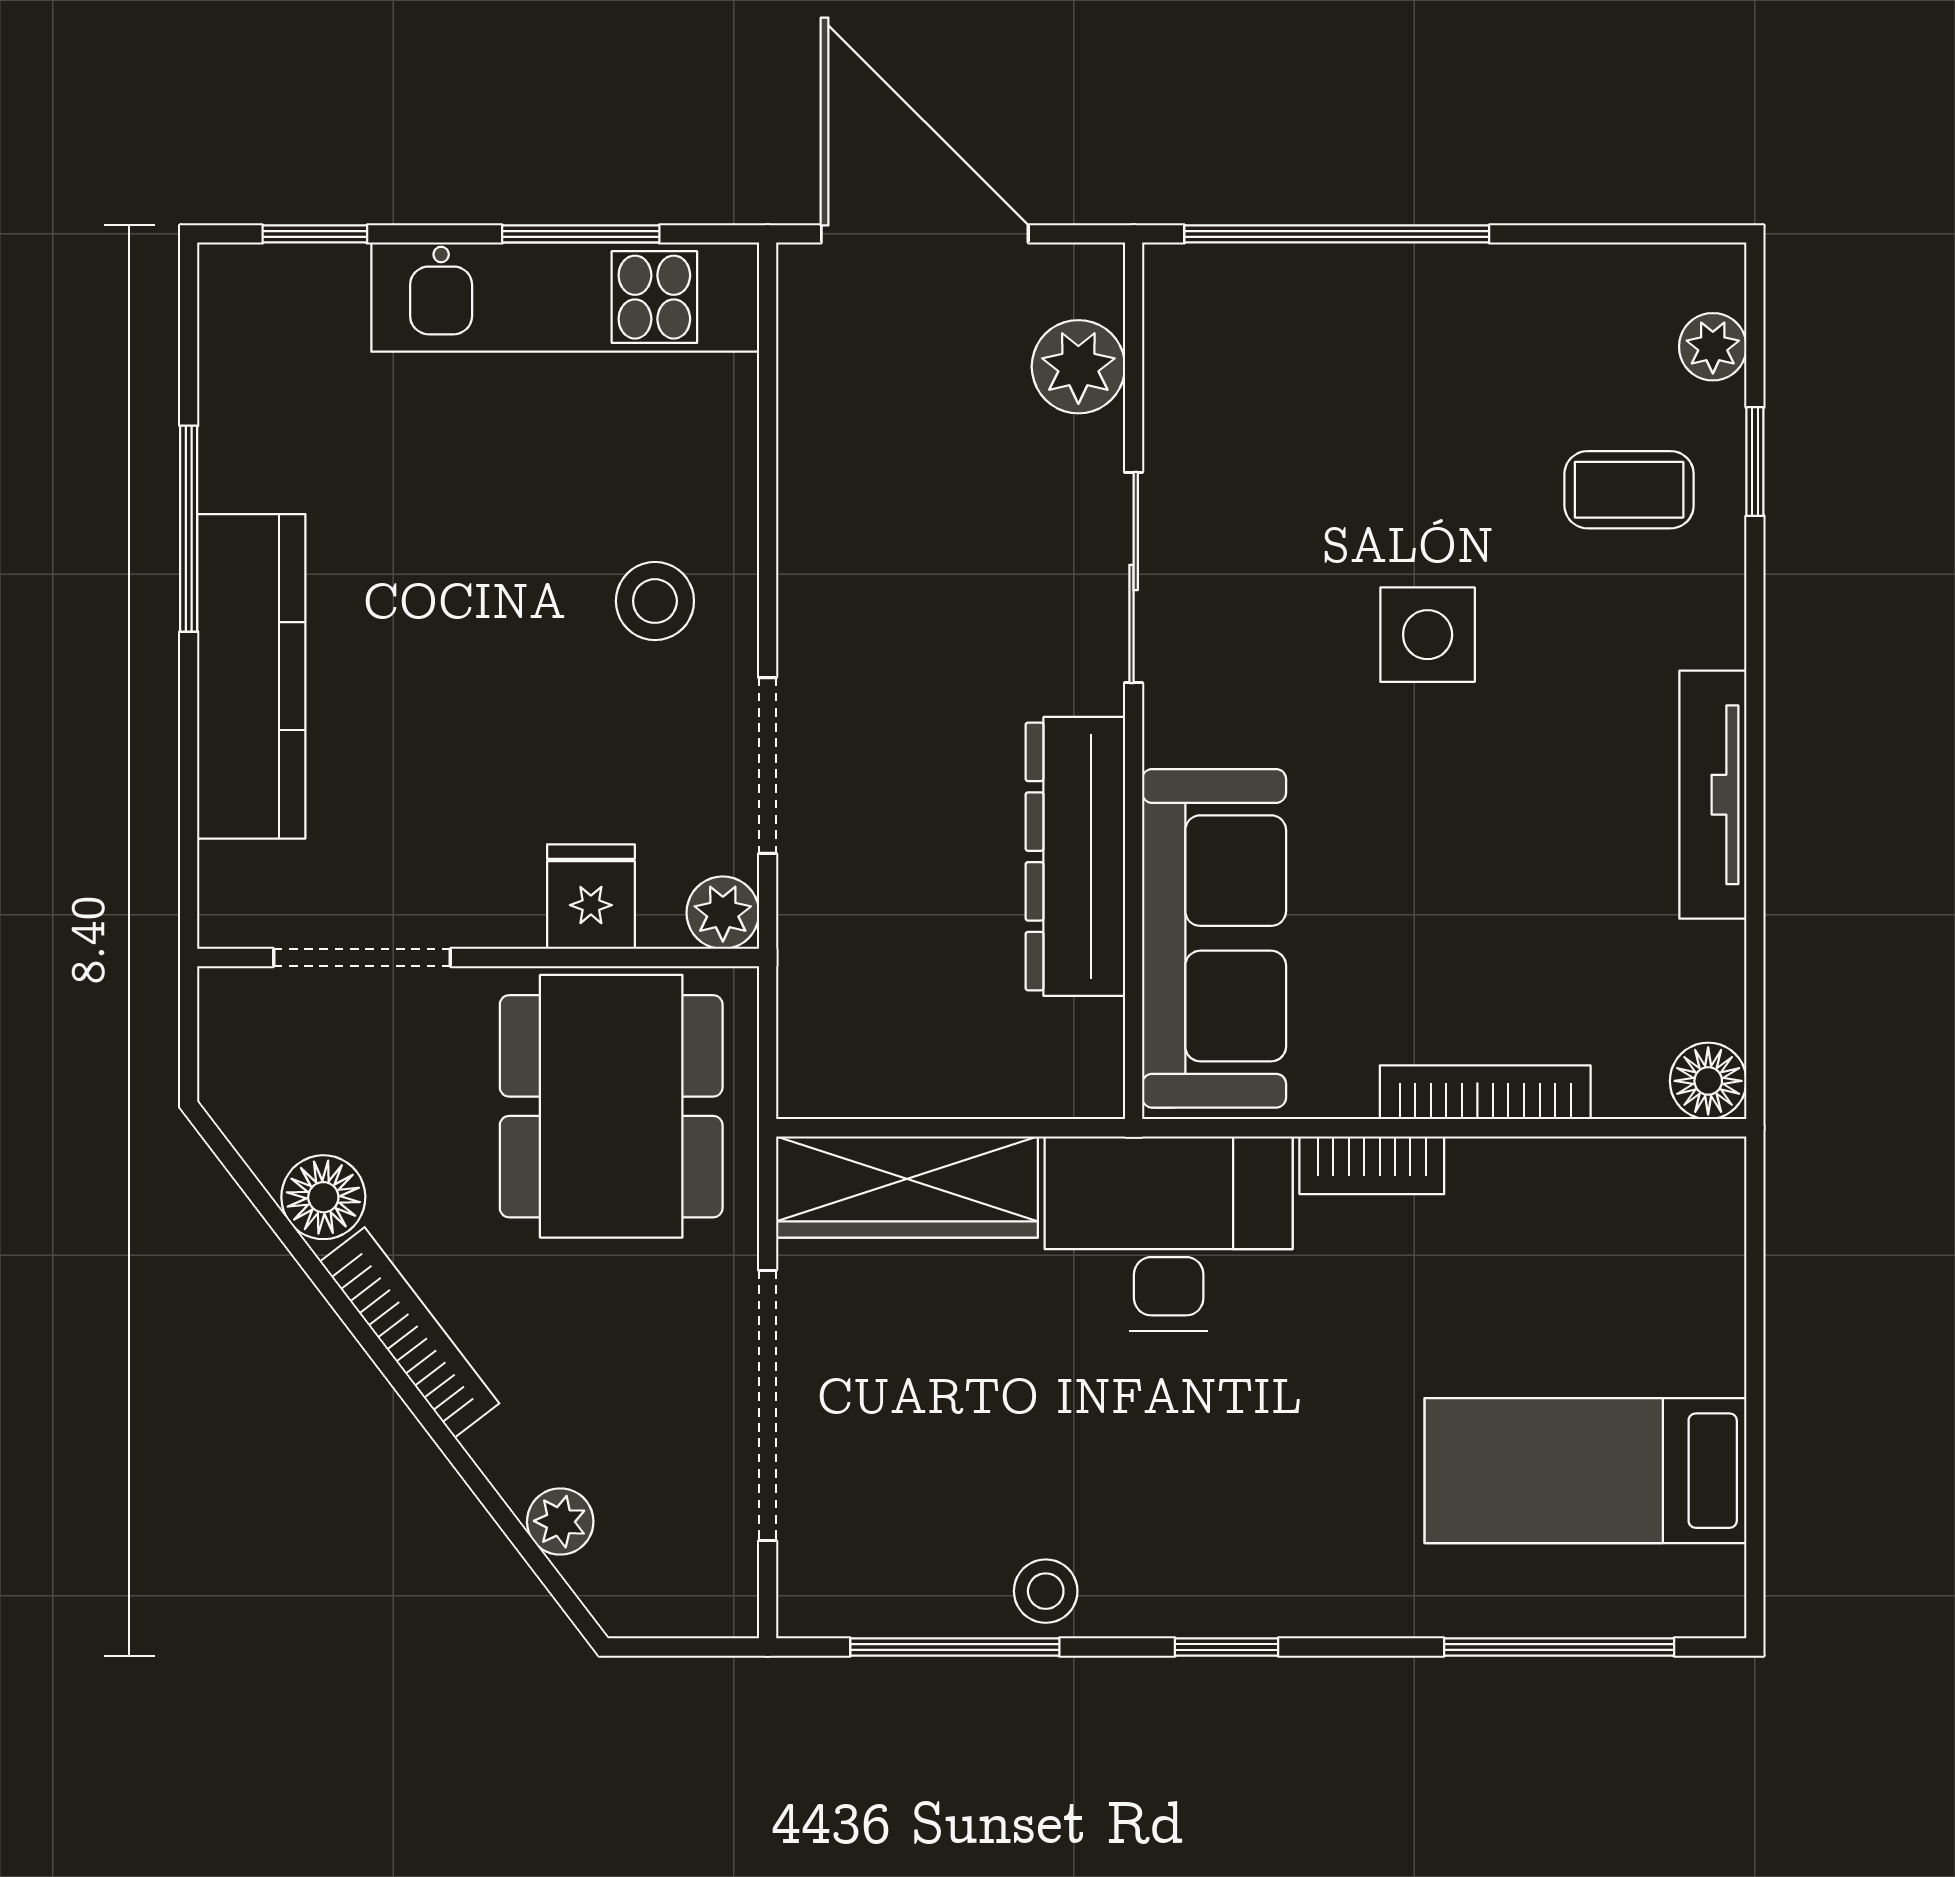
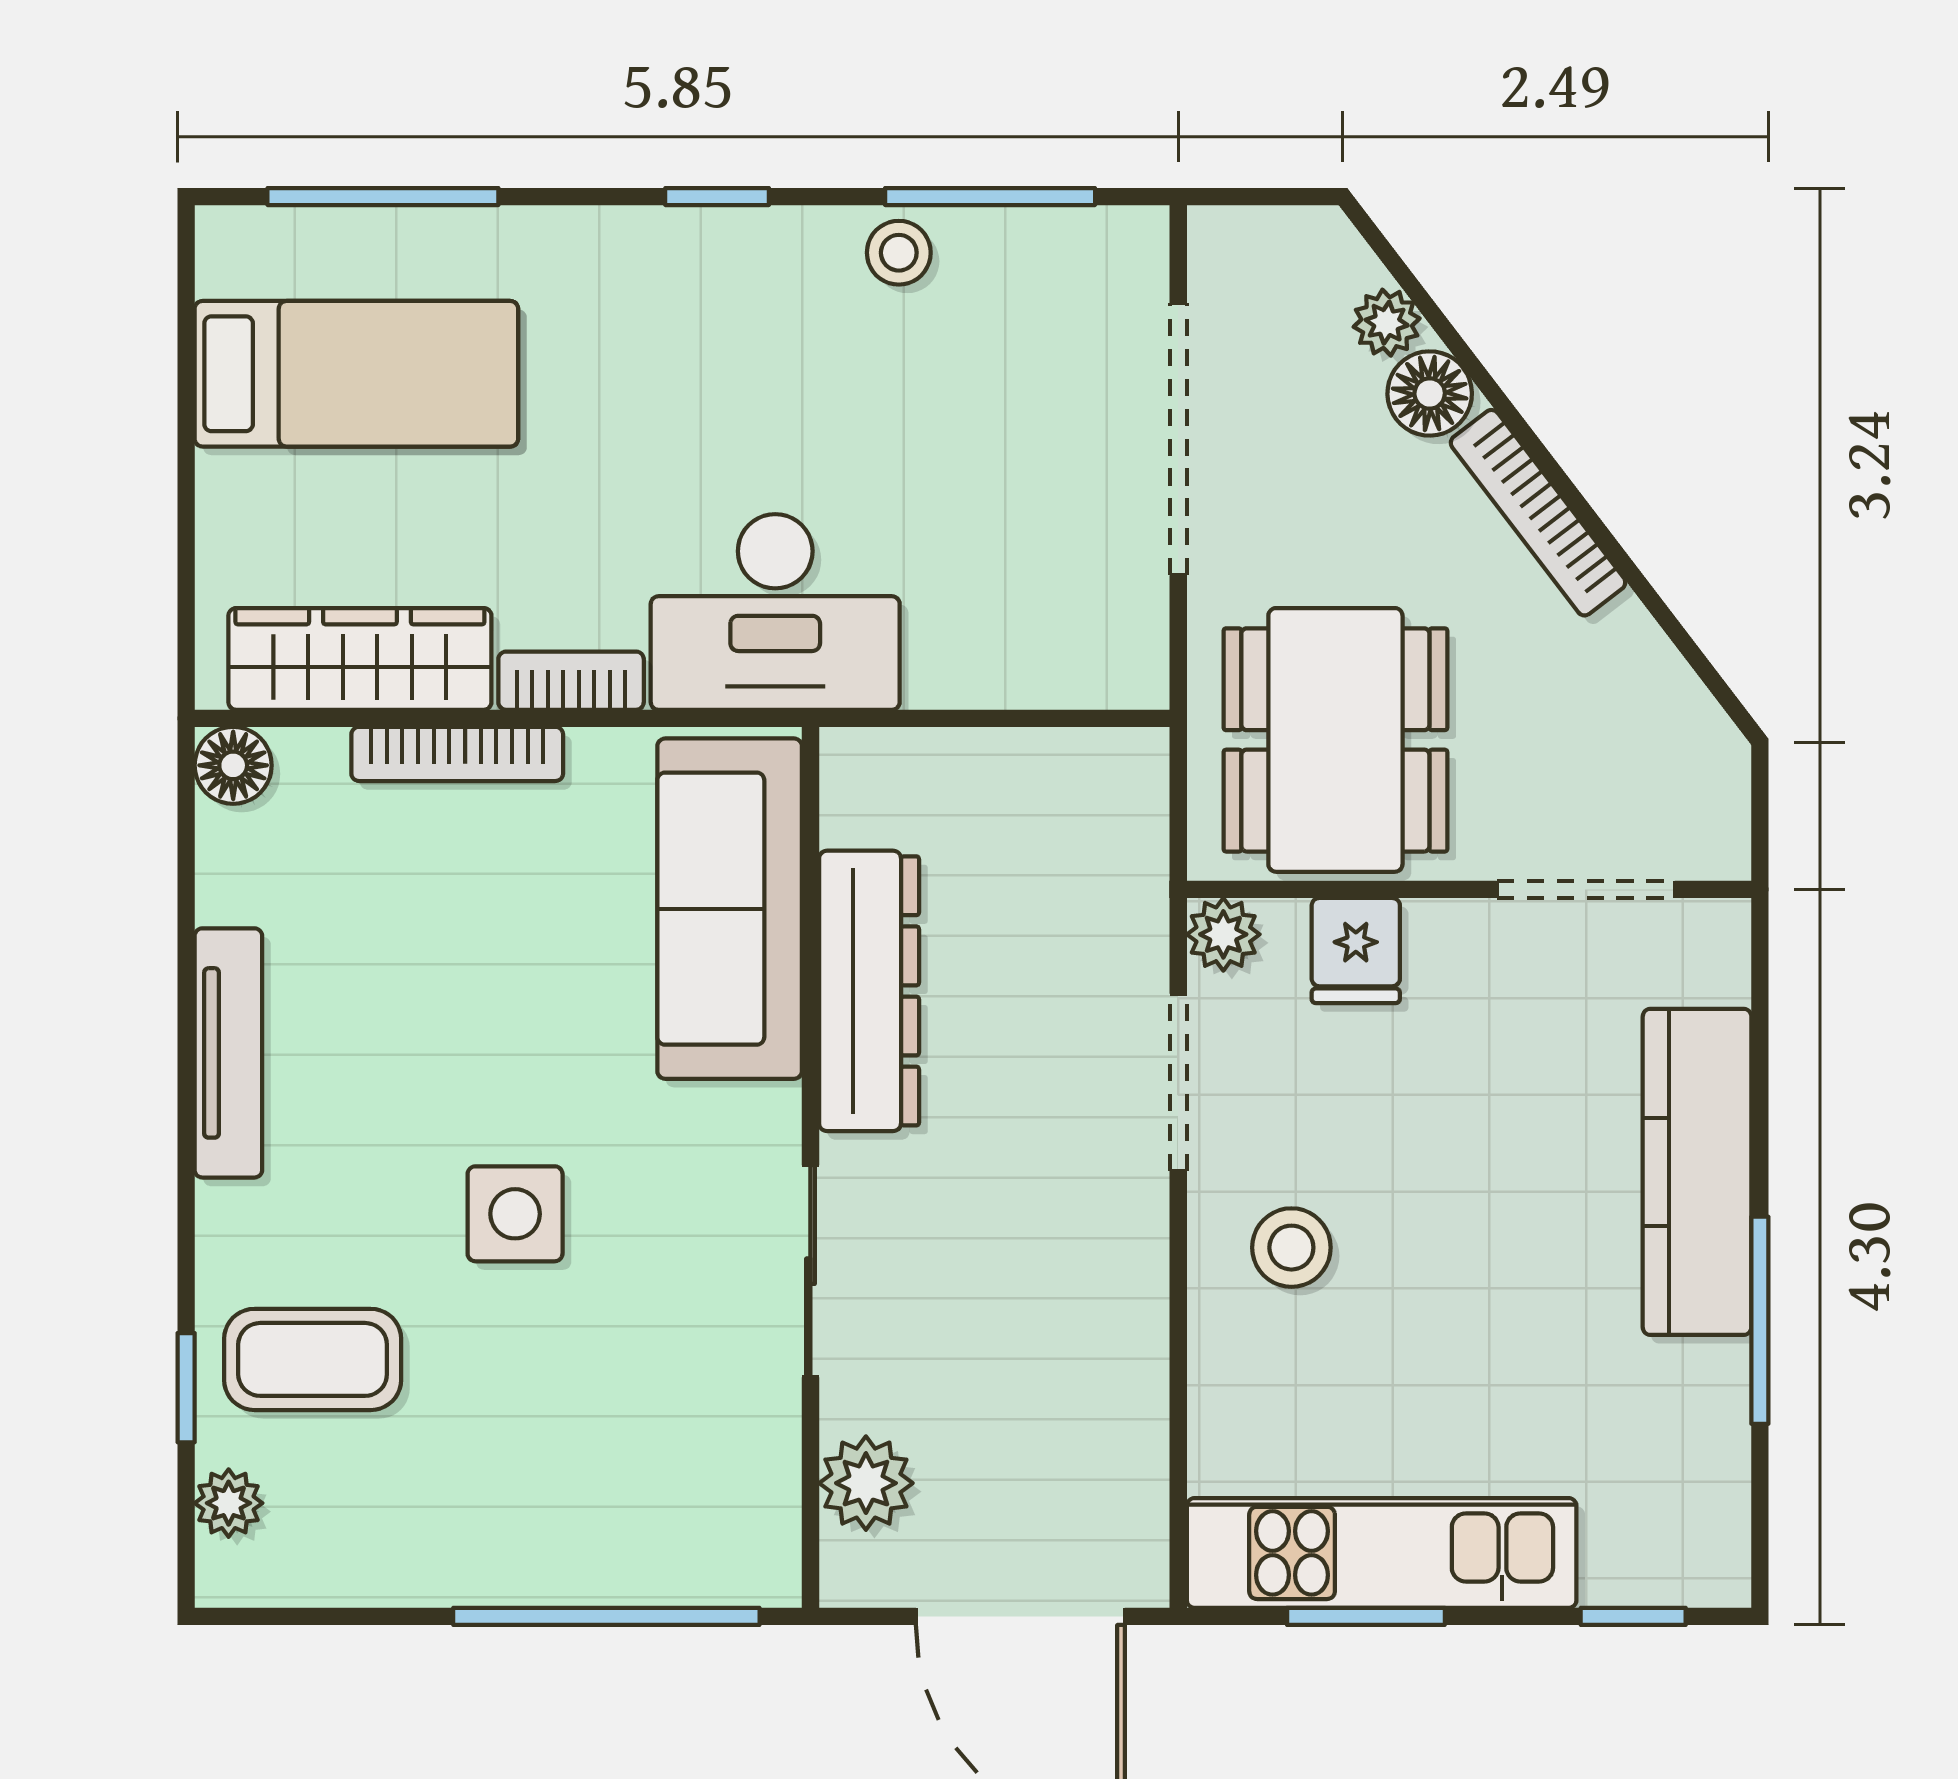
coffee table: (1629, 490) -> (313, 1359), width x1.36, depth x1.30
wardrobe: (907, 1187) -> (360, 659), moved
floor lamp: (323, 1197) -> (1430, 393), moved

